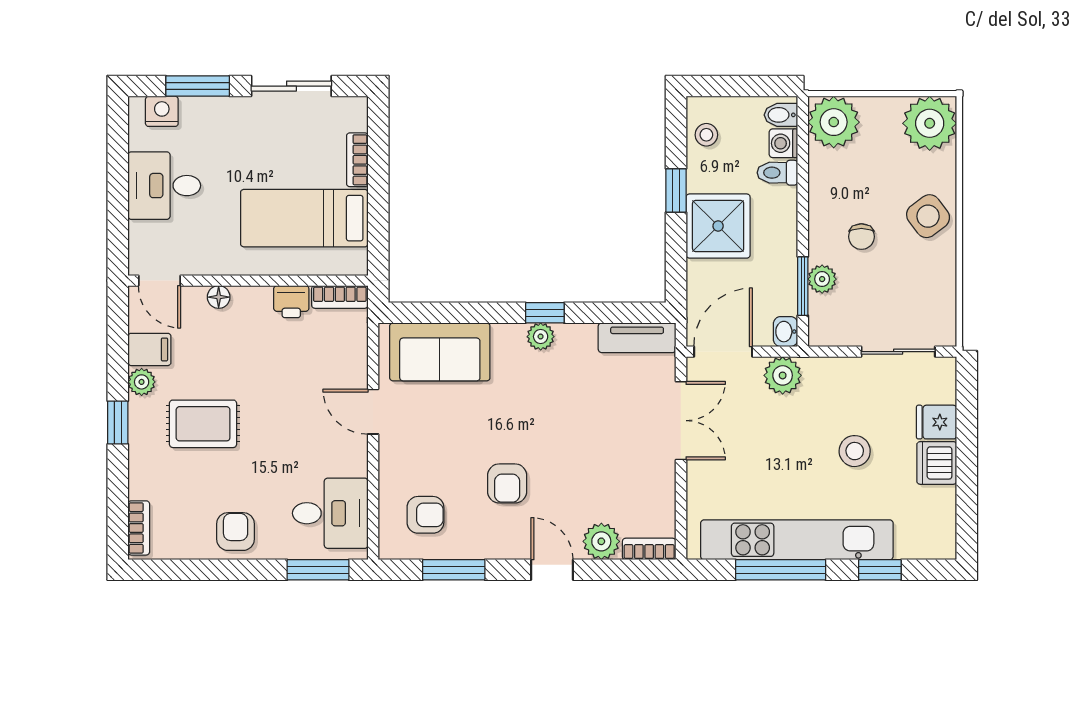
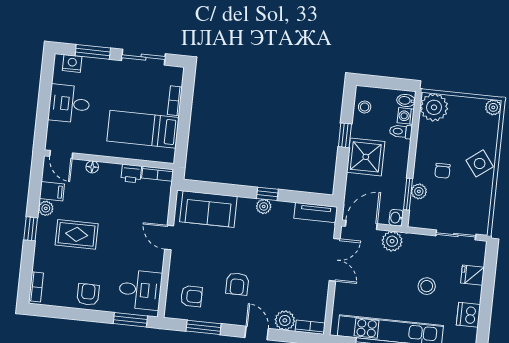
plant: (930, 123) -> (493, 107), width x0.53, depth x0.53
dishwasher: (937, 463) -> (468, 315), moved

